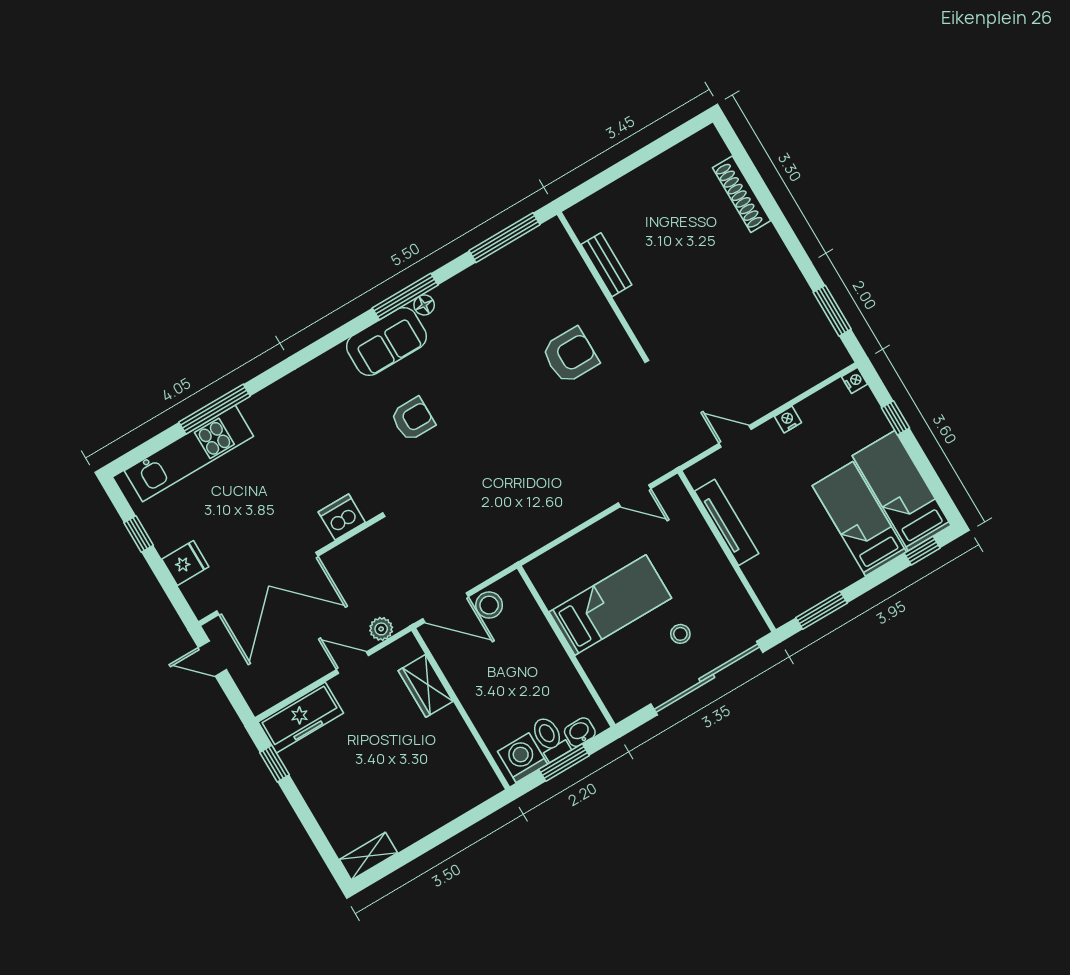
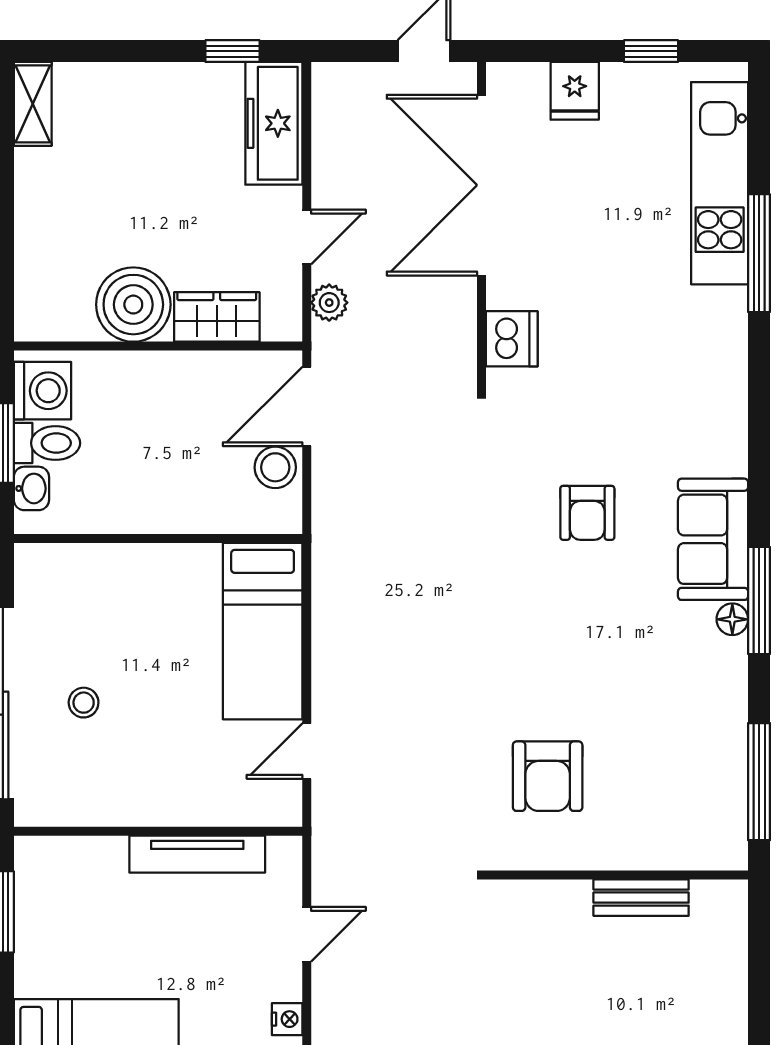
bed: (610, 605) -> (263, 631), moved
boiler: (446, 736) -> (133, 305), added

